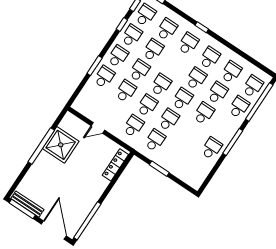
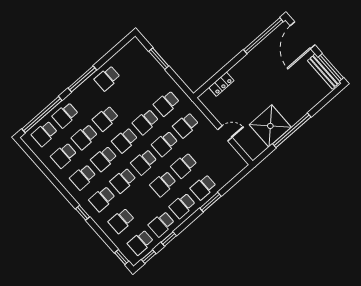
school desk: (153, 50) -> (123, 180), moved
locker: (115, 165) -> (221, 84), width x0.66
window: (159, 169) -> (159, 59), moved

